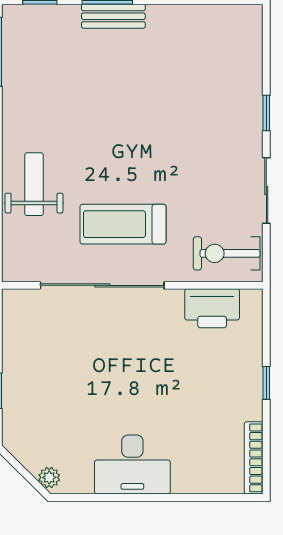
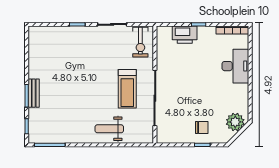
printer: (212, 308) -> (185, 35), moved, turned 90
chair: (37, 390) -> (202, 127), added
desk: (132, 464) -> (235, 66), moved
plant: (49, 477) -> (235, 122), width x1.88, depth x1.88

